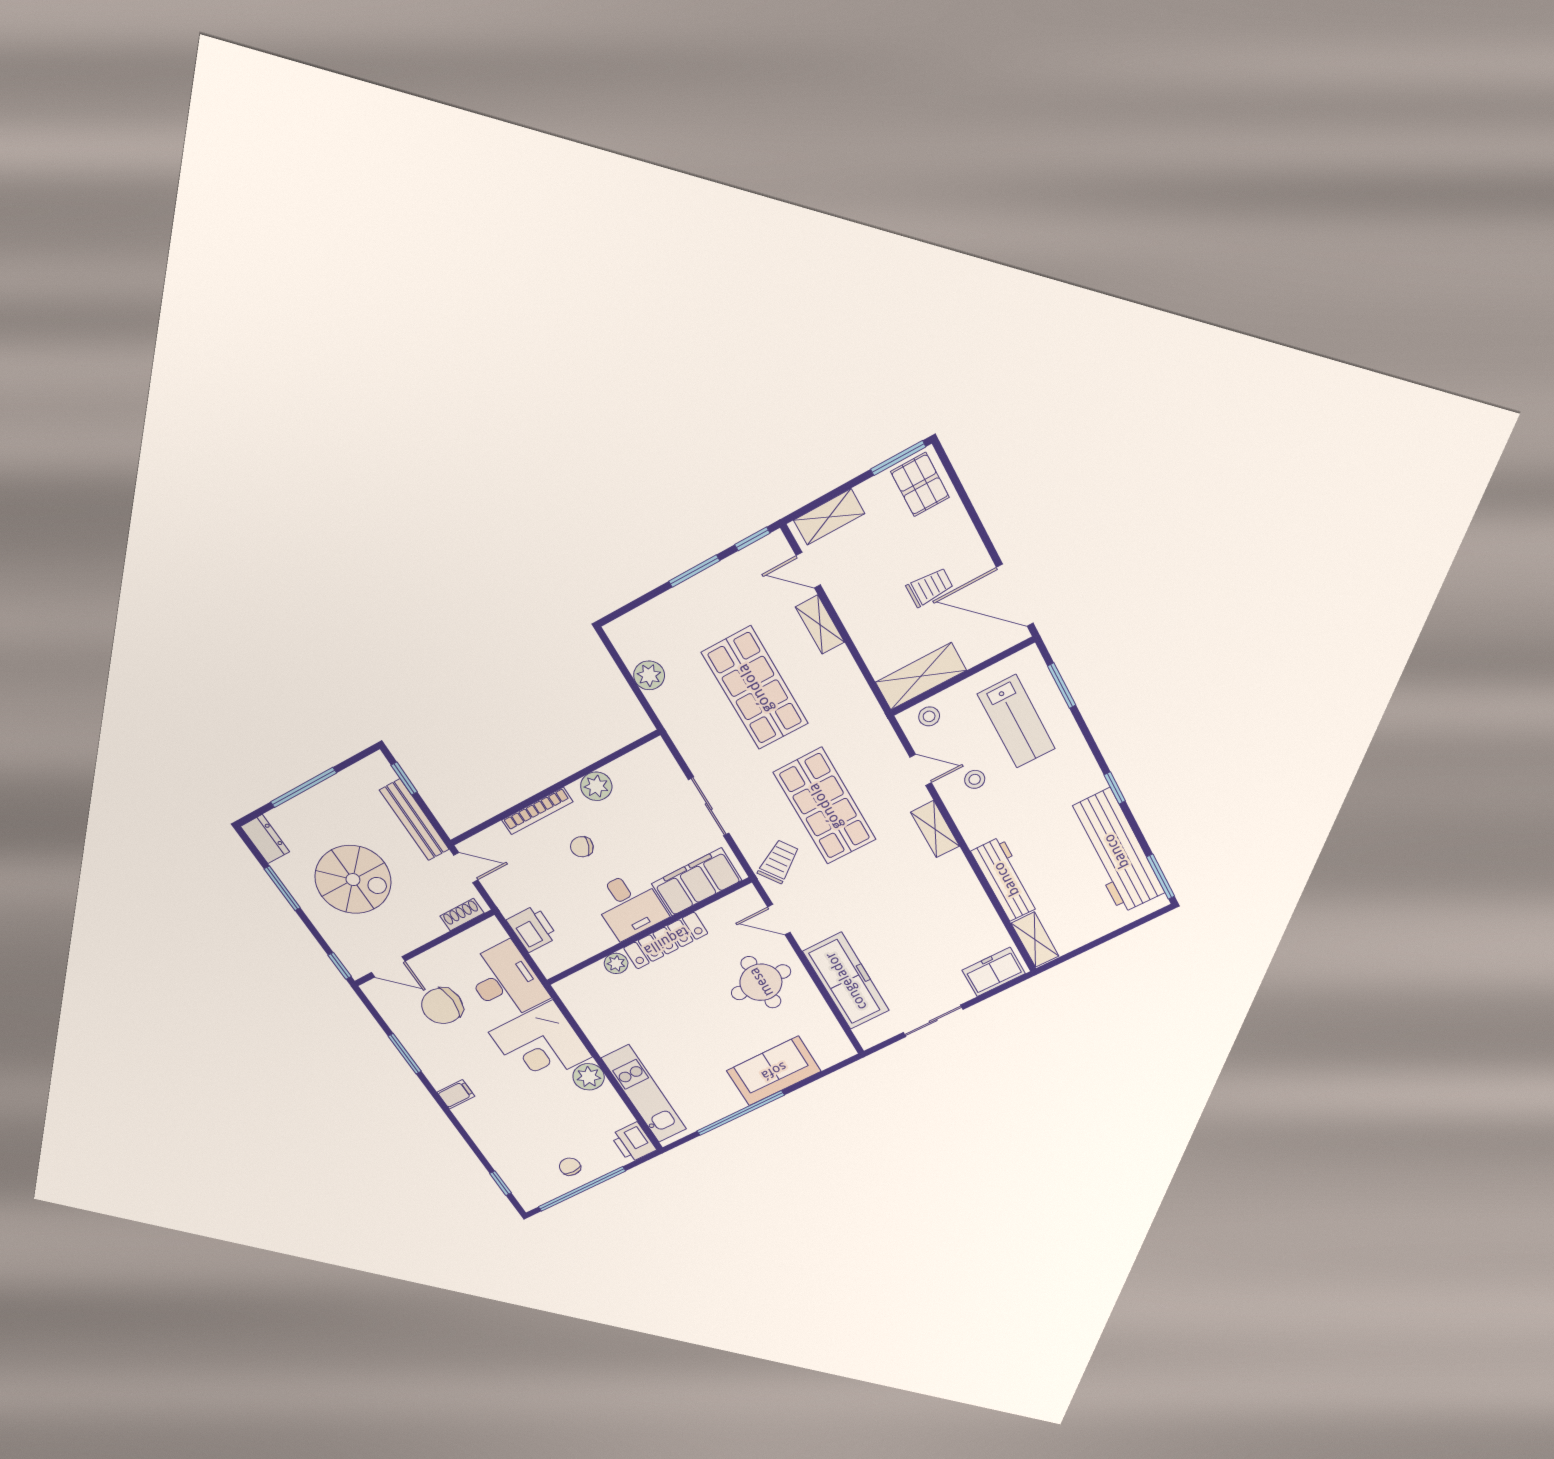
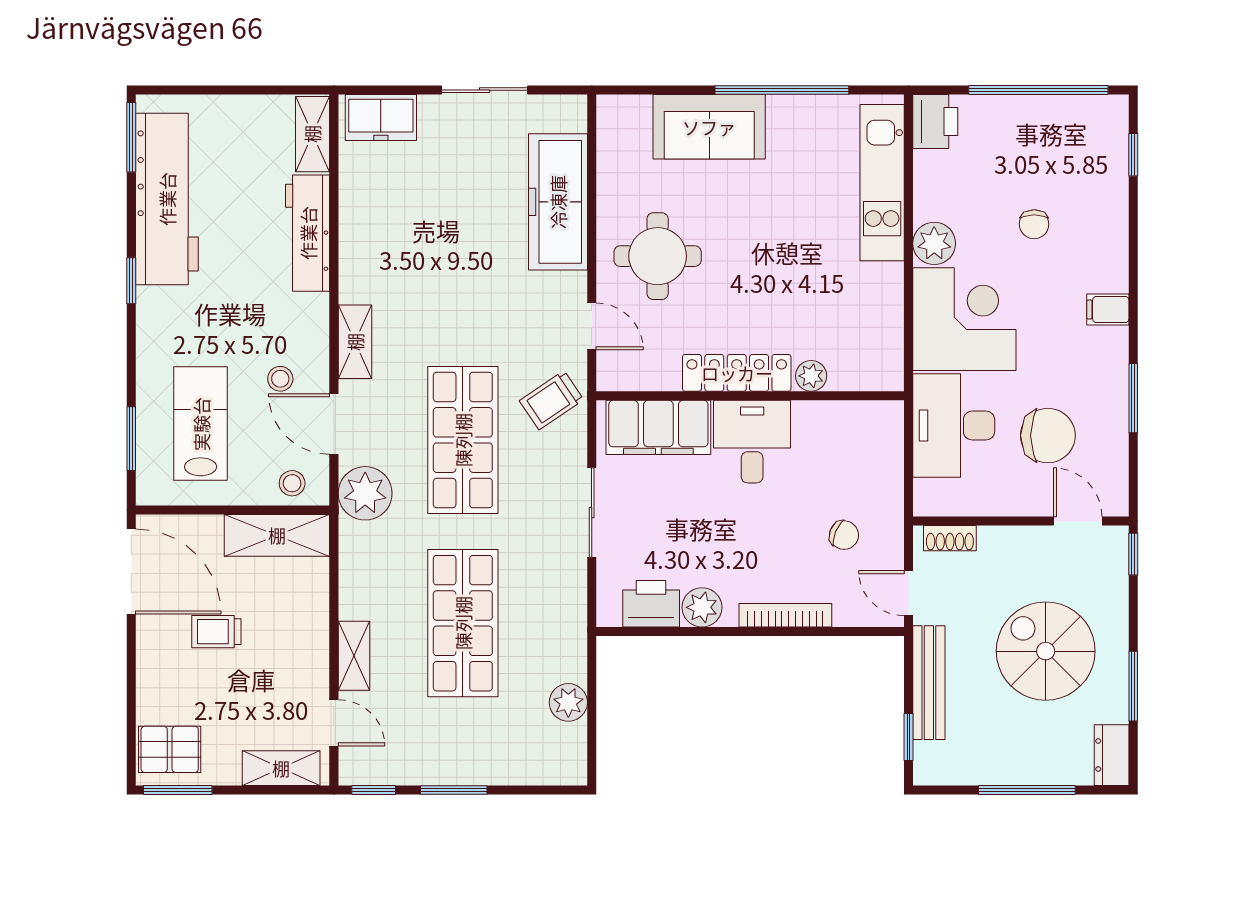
pallet: (920, 484) -> (170, 749), turned 90
plant: (873, 737) -> (365, 493), added
door: (921, 770) -> (334, 424), width x1.38
chair: (582, 847) -> (844, 535), moved
printer: (532, 929) -> (651, 604), moved, turned 90
chair: (570, 1167) -> (1034, 224), moved

